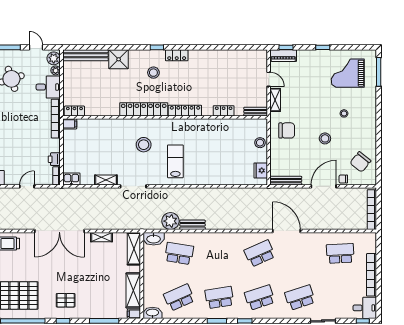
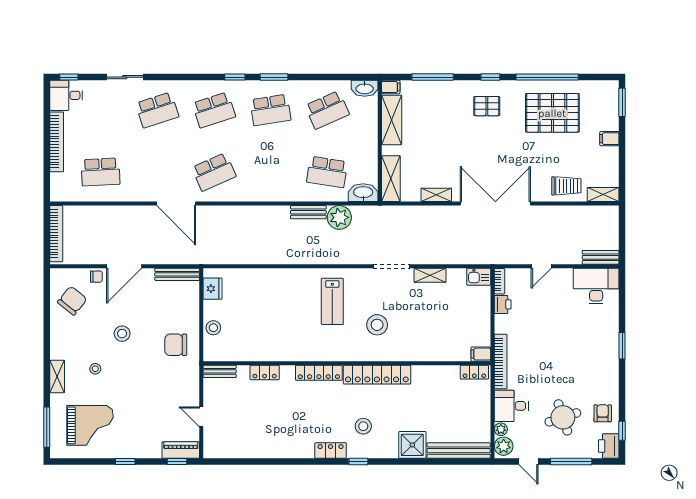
shelving: (275, 100) -> (57, 377), moved

